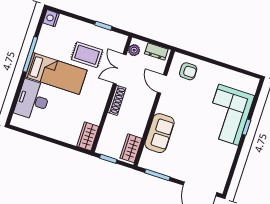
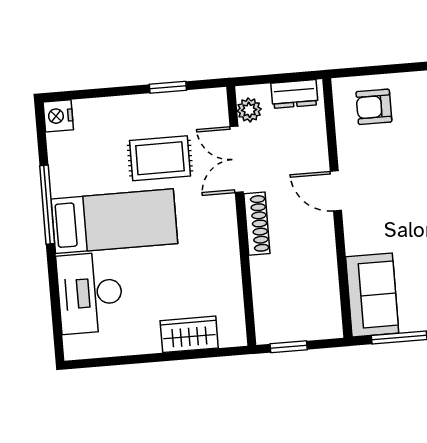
armchair: (188, 71) -> (374, 107), turned 180
door: (162, 84) -> (336, 191), moved
sofa: (160, 133) -> (372, 295), moved
wardrobe: (88, 136) -> (189, 334), moved, turned 90
wardrobe: (131, 148) -> (325, 307), removed

